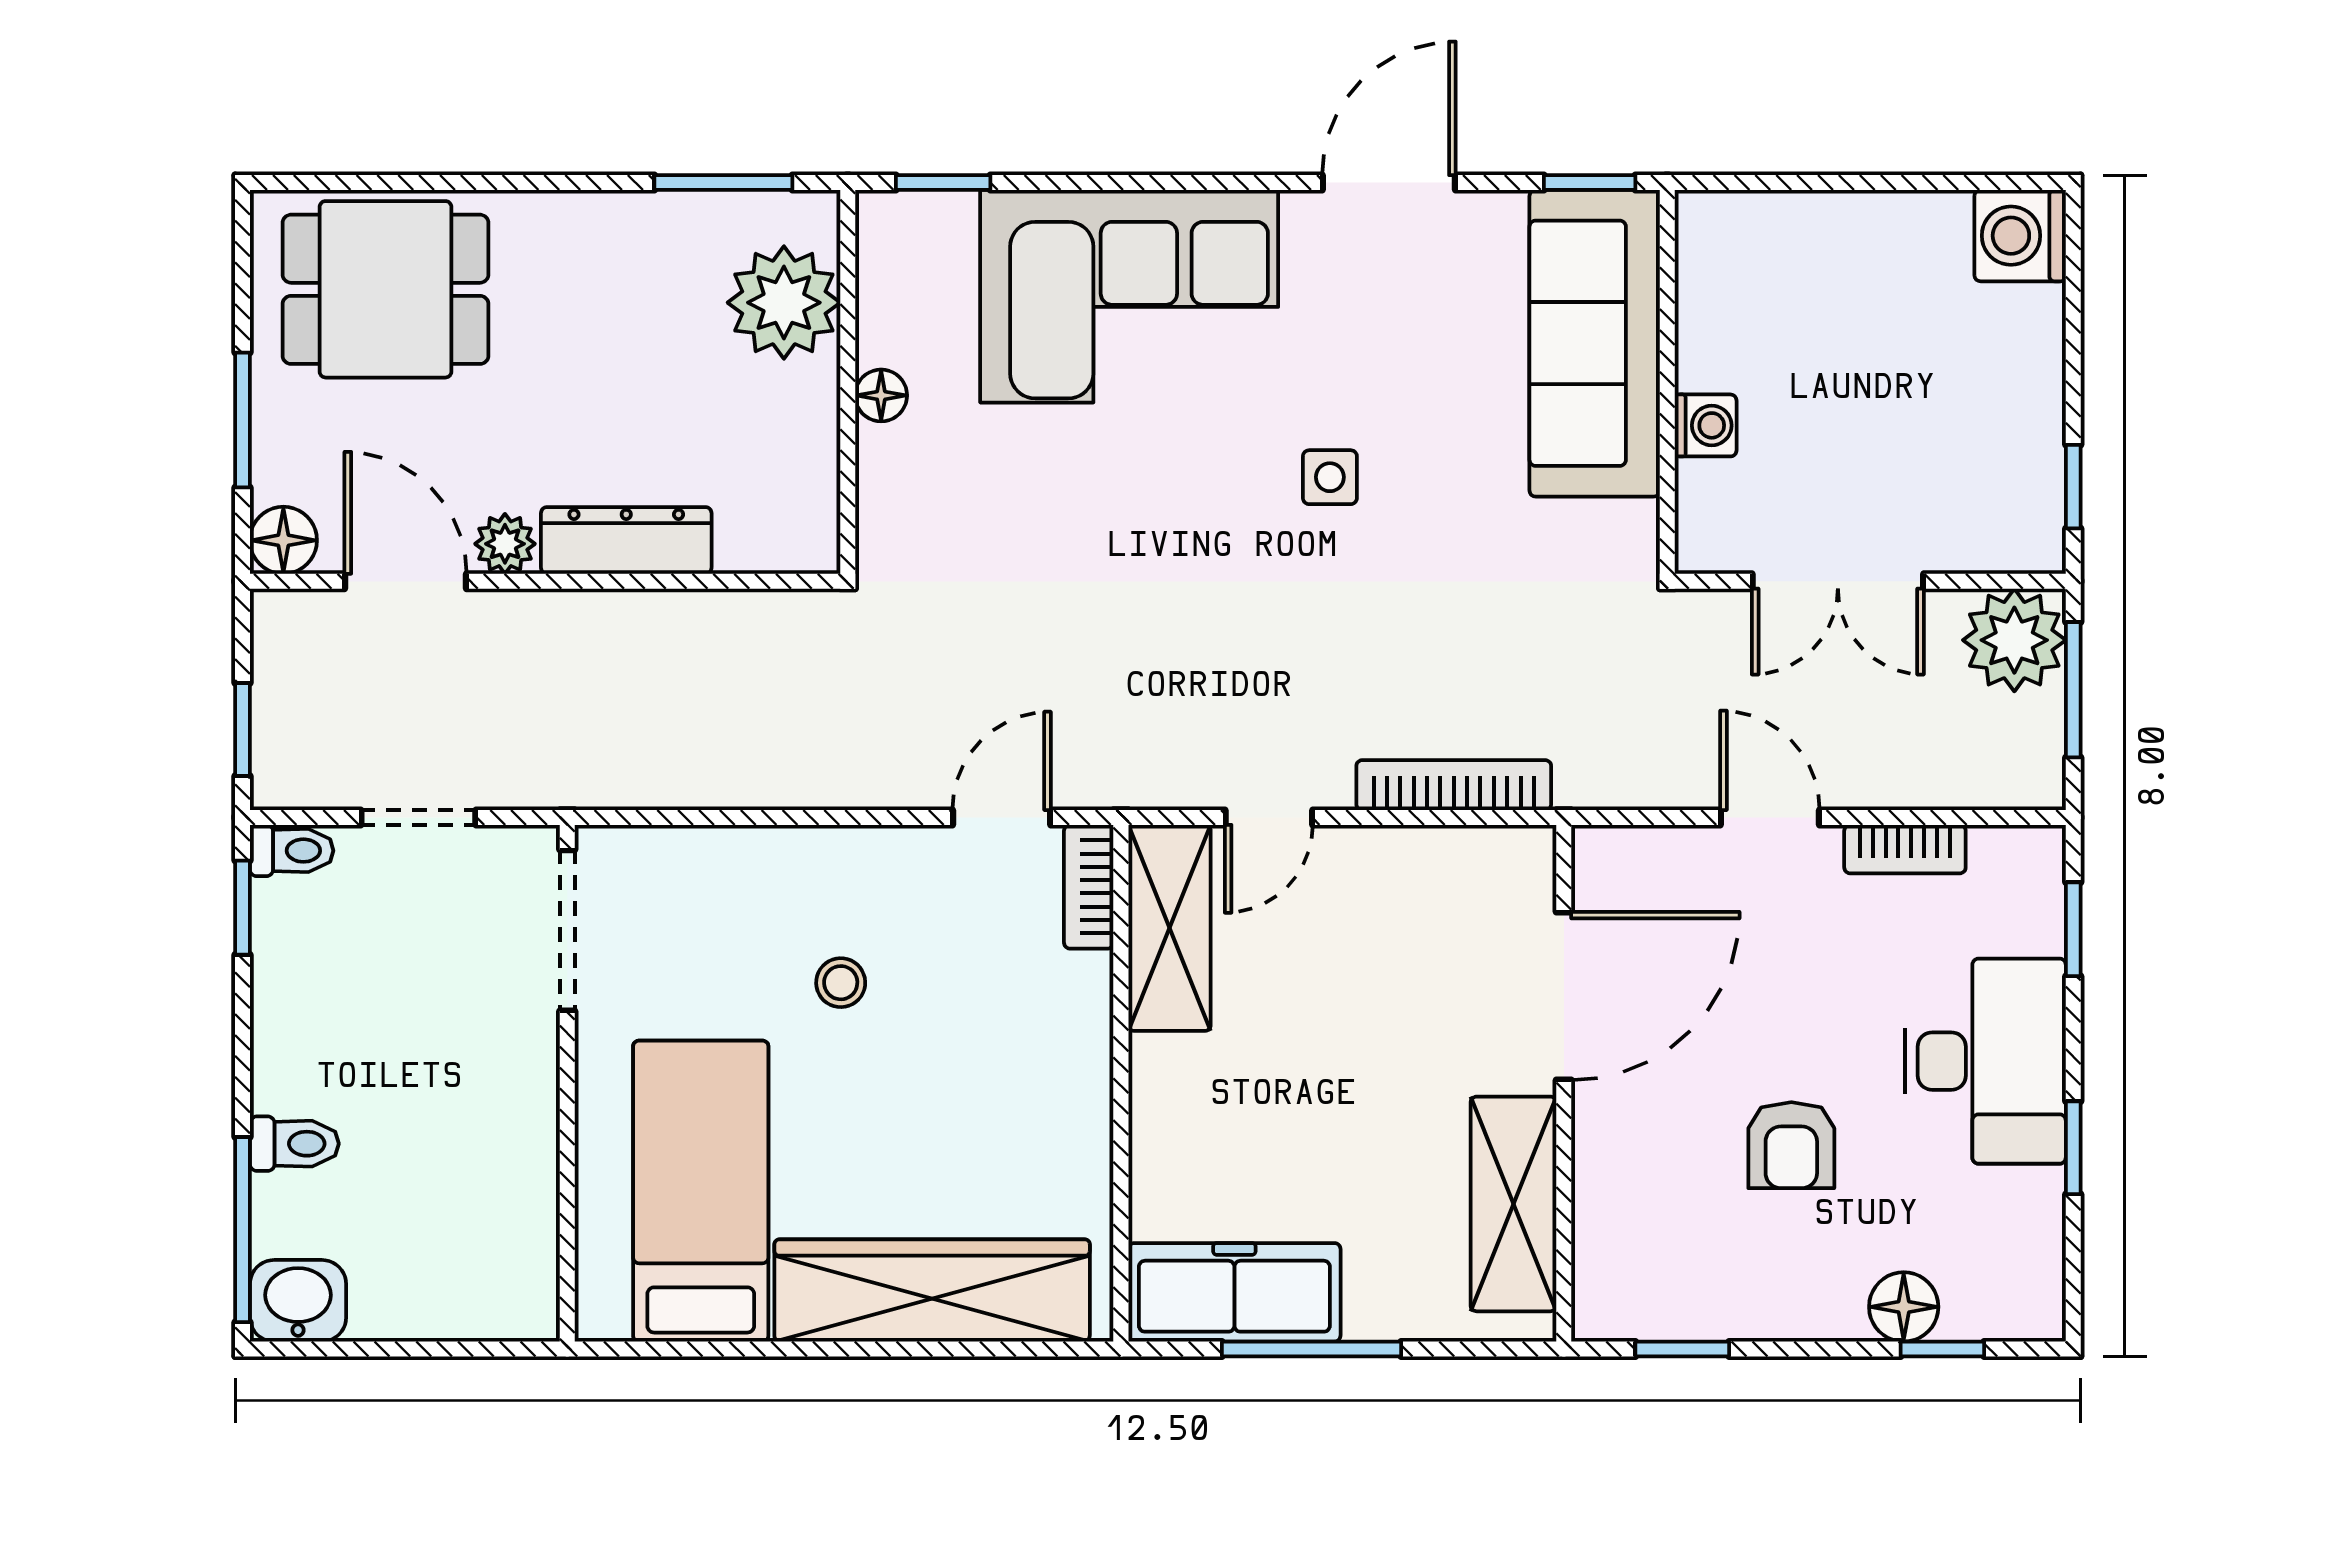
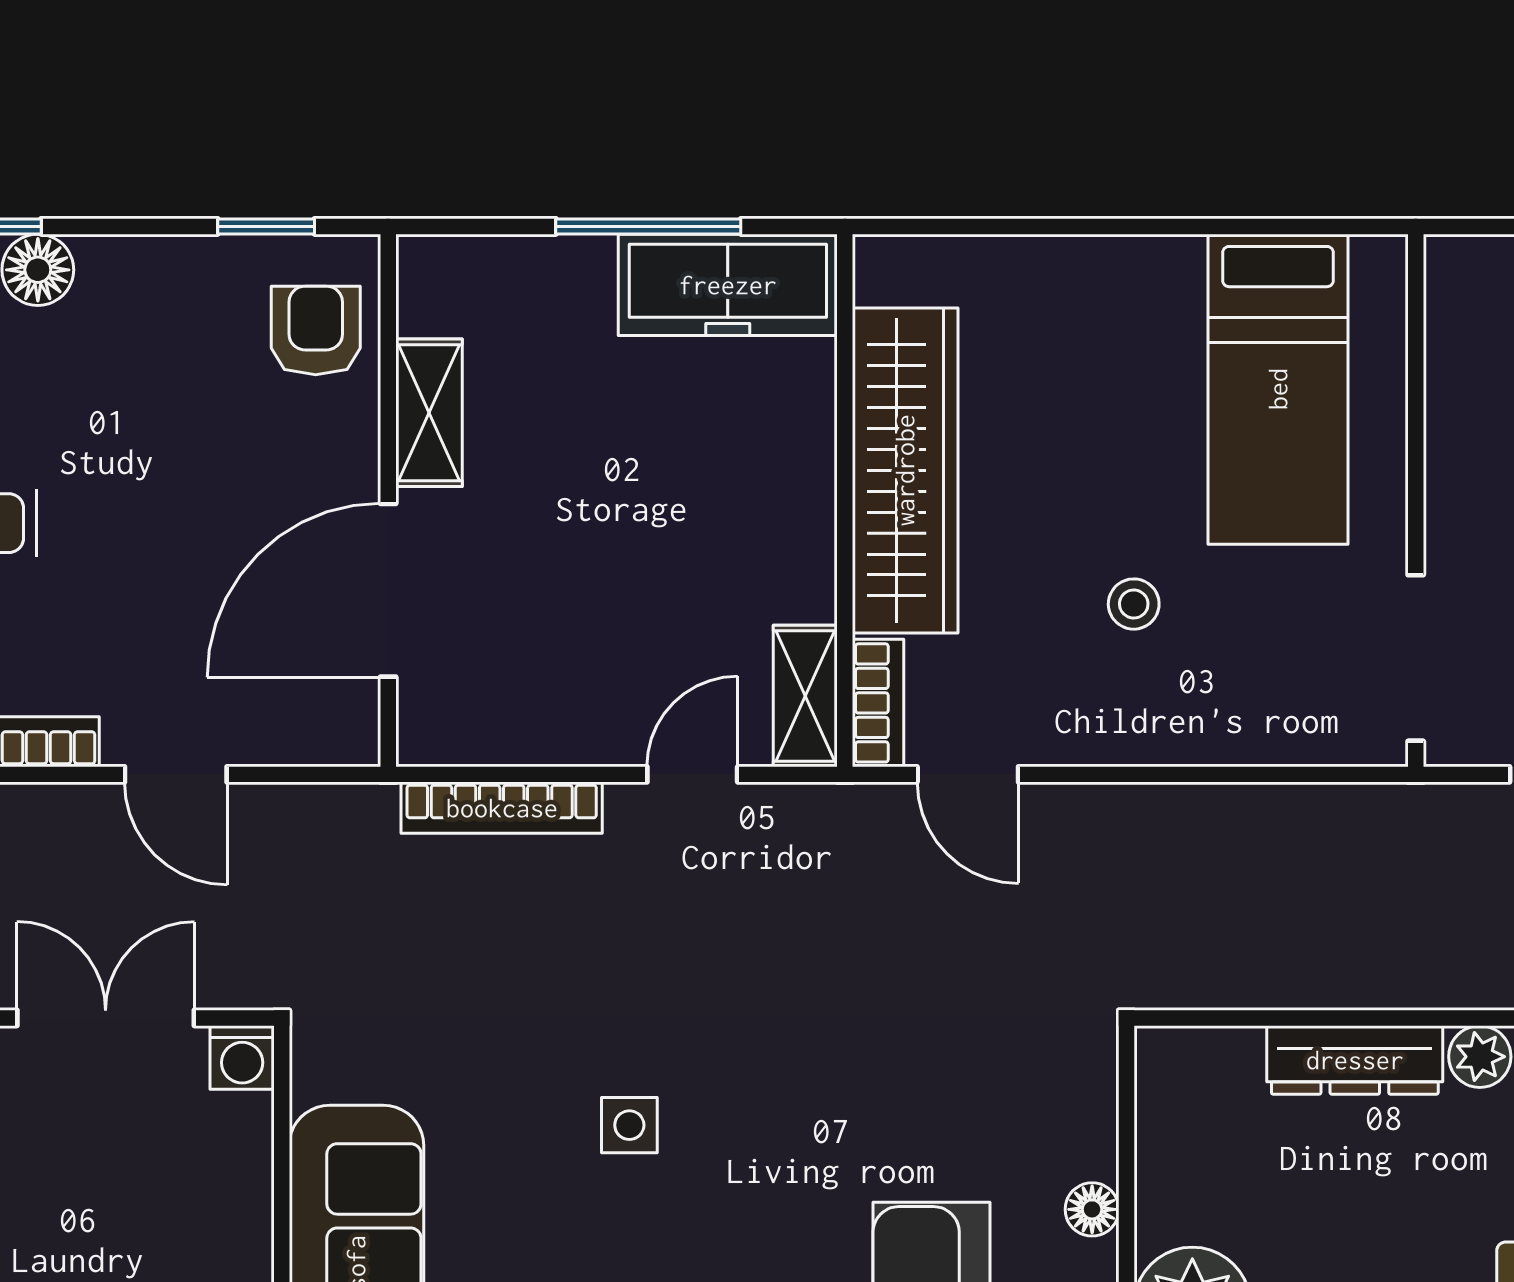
washing machine: (1706, 425) -> (242, 1057), moved, turned -90
door: (1002, 817) -> (968, 774), hinge flipped
shelving: (1169, 928) -> (805, 696), width x0.67, depth x0.75
armchair: (1791, 1145) -> (316, 331), moved
shelving: (1513, 1204) -> (429, 413), width x0.67, depth x0.75
wardrobe: (932, 1290) -> (905, 470), moved, turned -90

